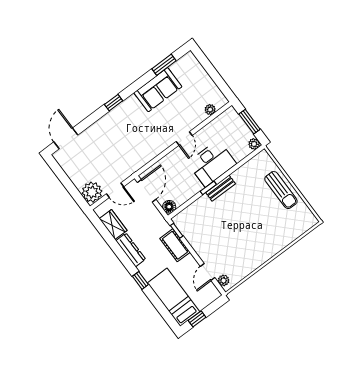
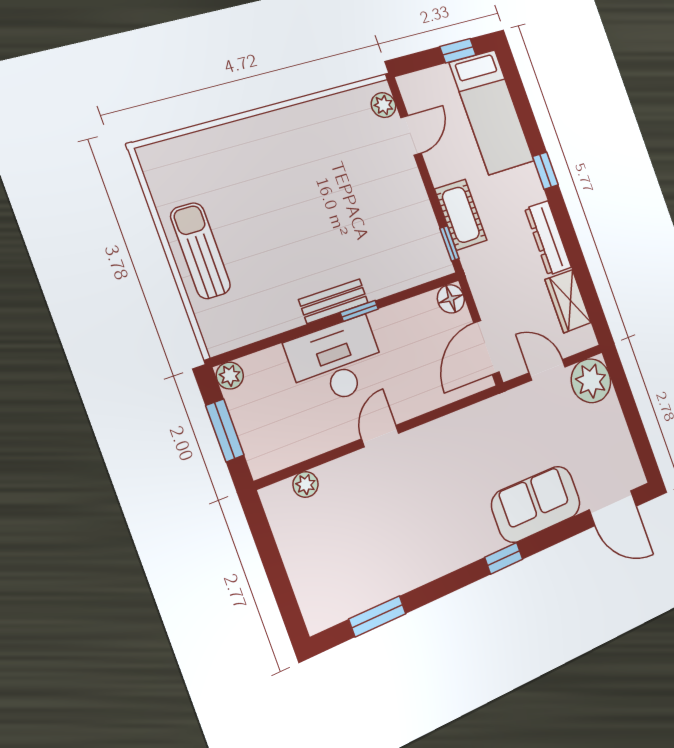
sofa: (158, 90) -> (536, 504), moved
door: (66, 138) -> (613, 508), hinge flipped

